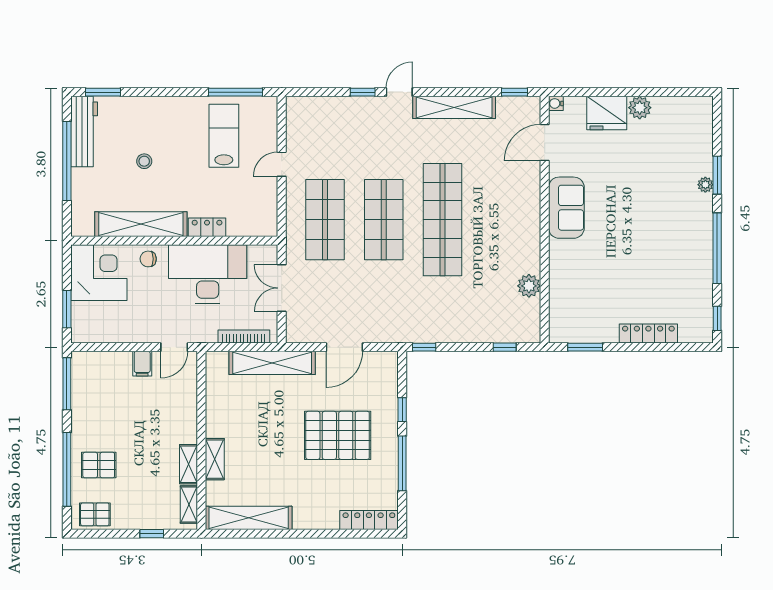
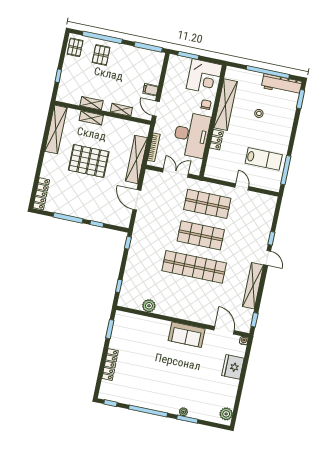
plant: (640, 108) -> (226, 414), moved
pallet: (338, 435) -> (89, 161), moved, turned 90
shelving: (189, 504) -> (121, 110), moved

